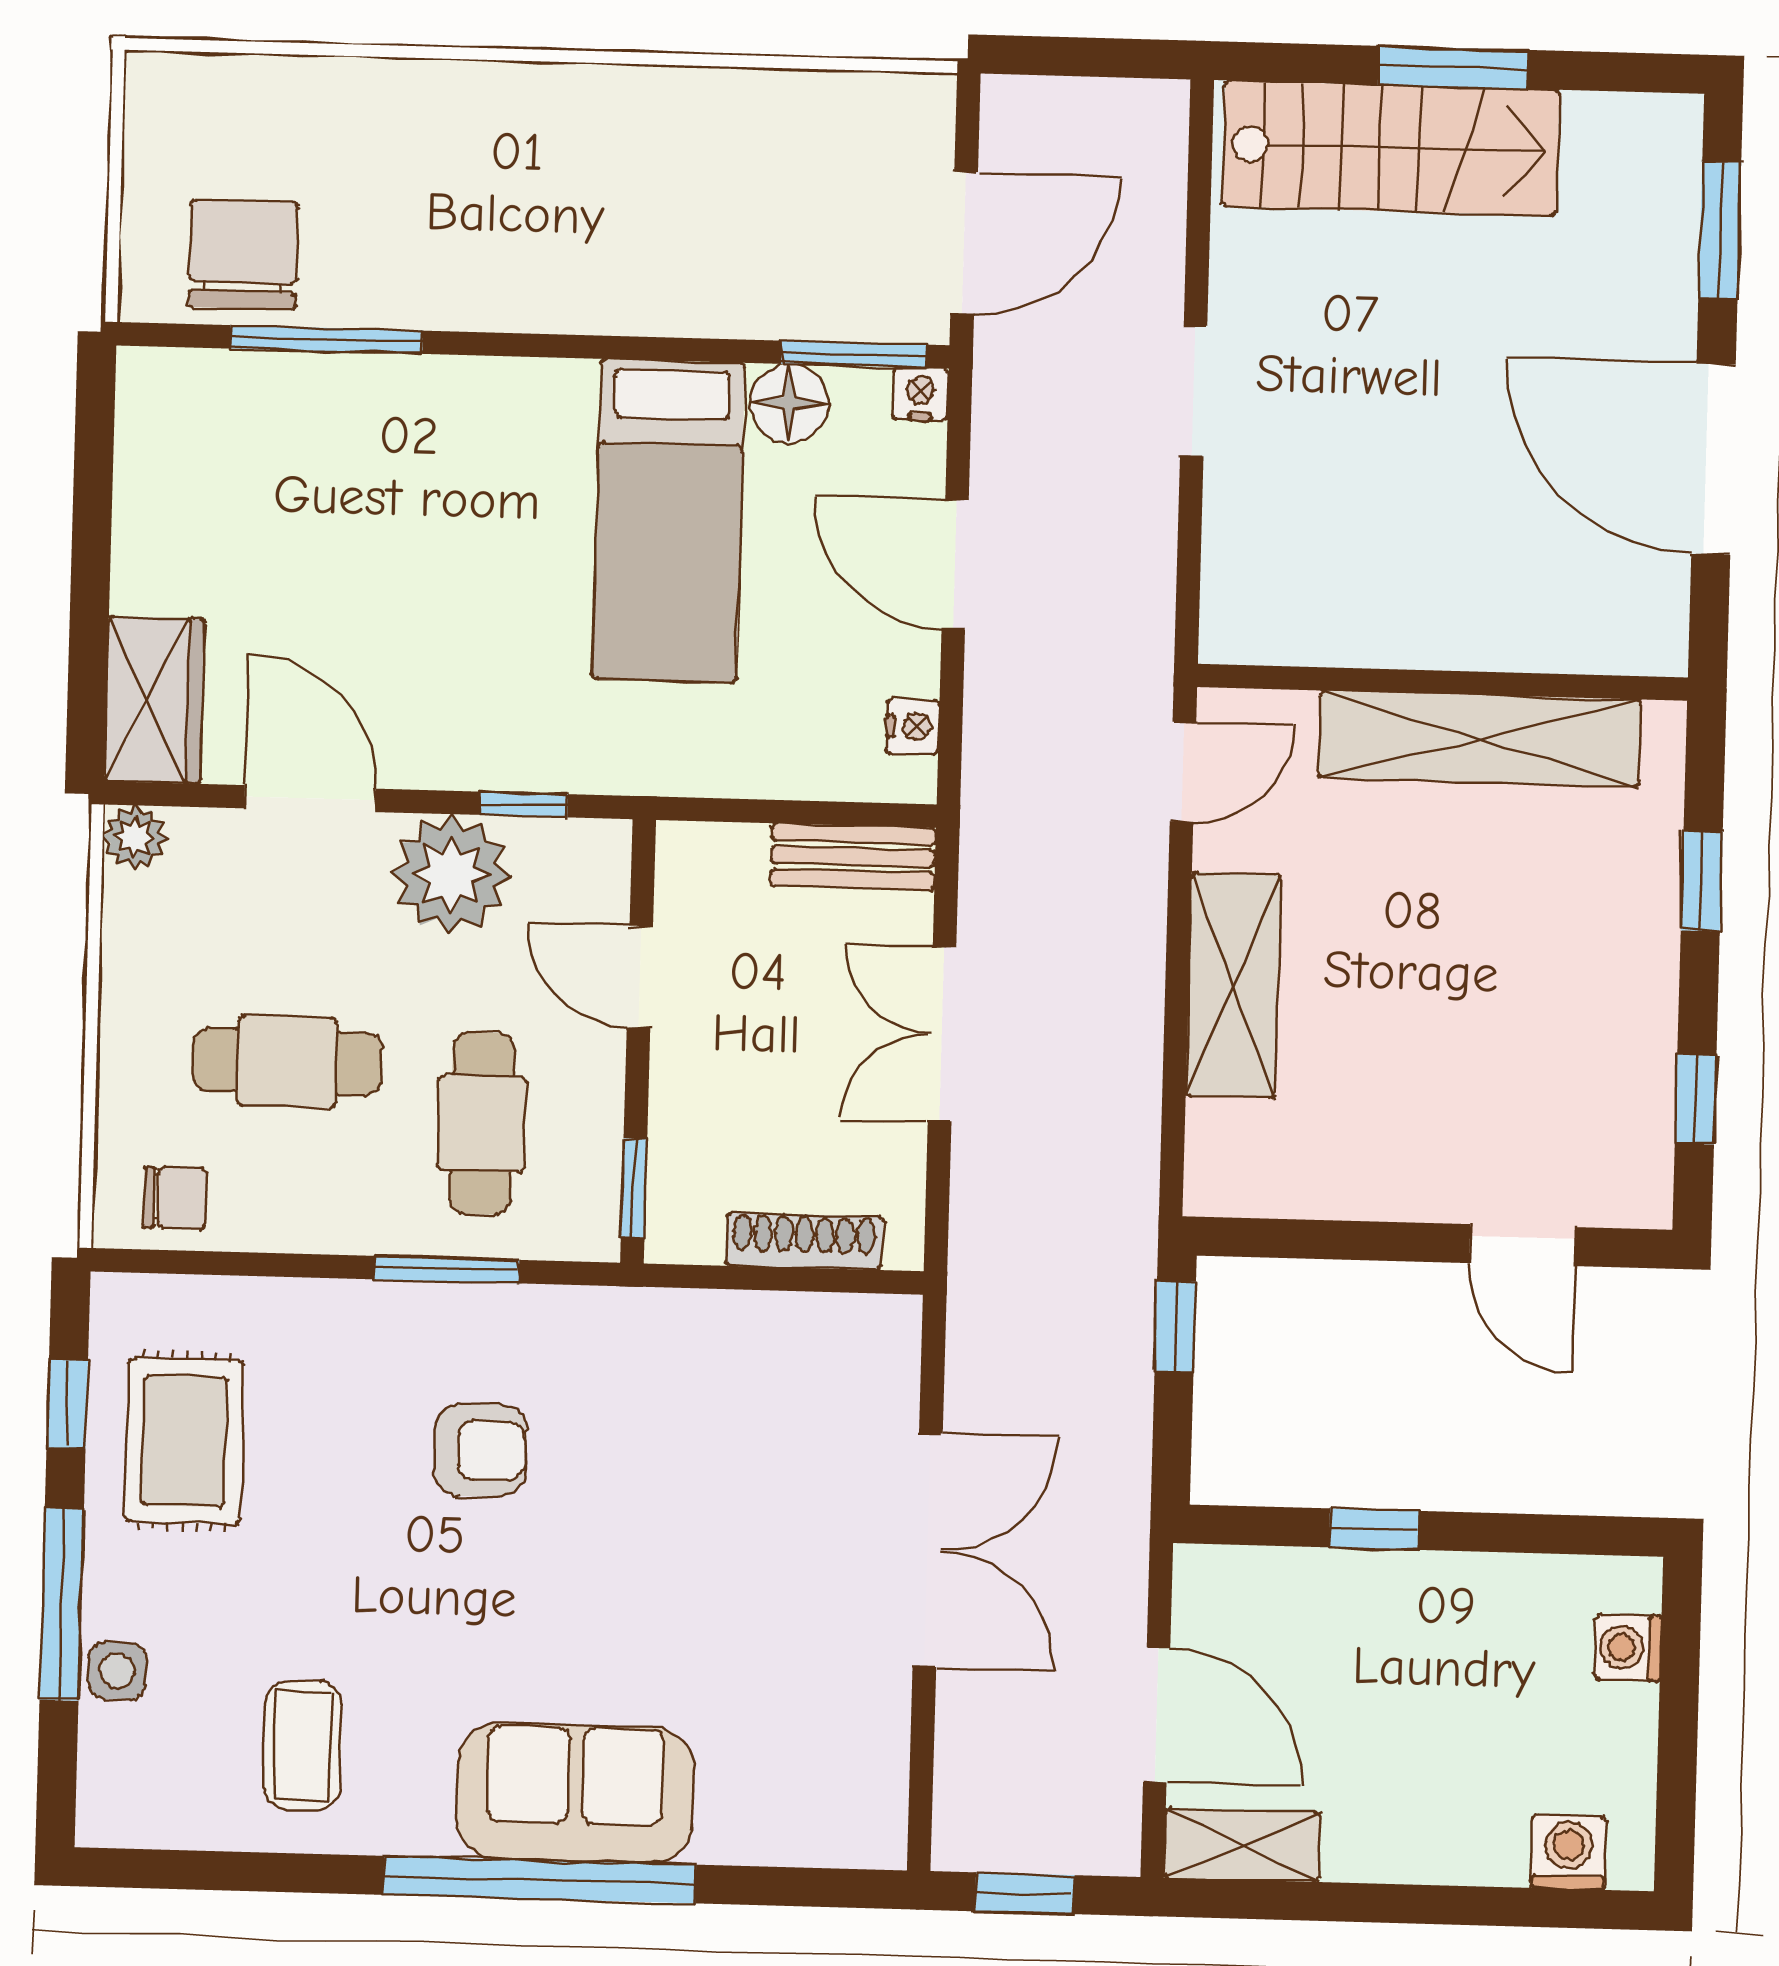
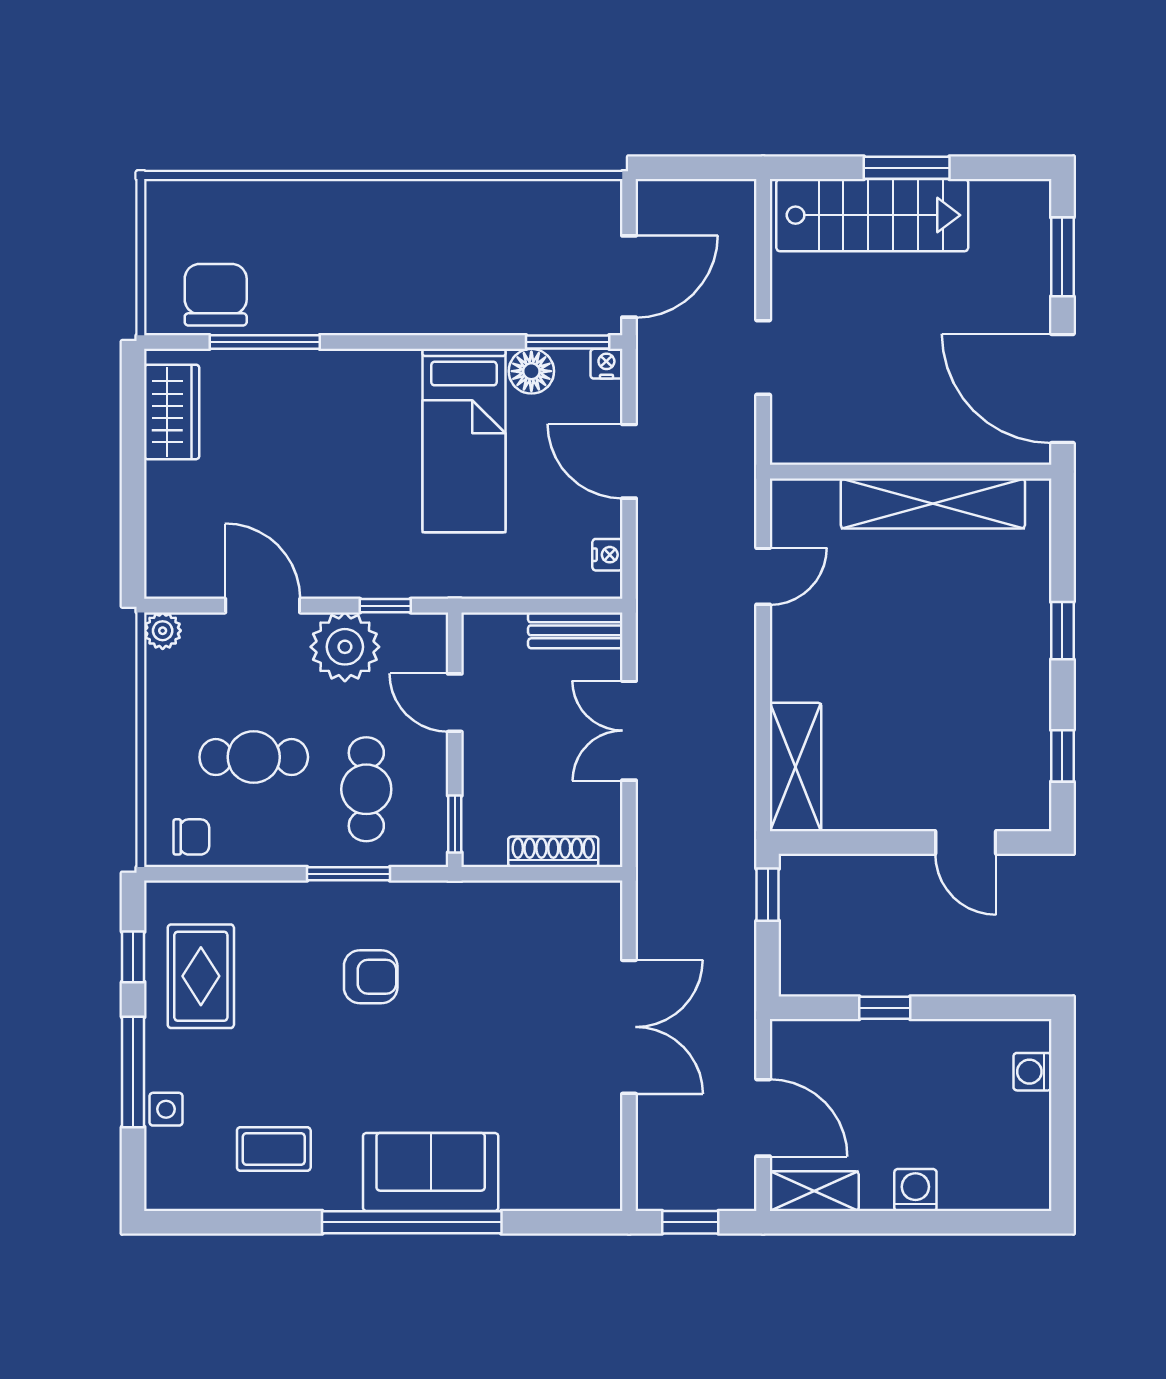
wall: (1442, 682) -> (911, 472), moved
wardrobe: (154, 700) -> (172, 412), moved
shelving: (1480, 739) -> (933, 503), moved
shelving: (1234, 985) -> (796, 767), moved
coffee table: (303, 1745) -> (274, 1149), turned 90
washing machine: (1569, 1852) -> (915, 1190), moved

